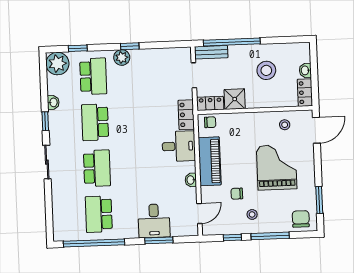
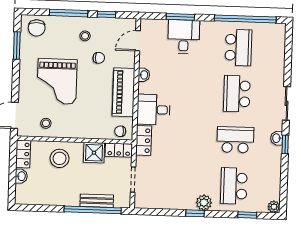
bench: (211, 52) -> (97, 201), moved
plant: (57, 64) -> (274, 207), width x0.53, depth x0.53
stool: (266, 70) -> (60, 158), moved
washbasin: (53, 102) -> (277, 138), moved
school desk: (95, 122) -> (235, 140), turned -90

